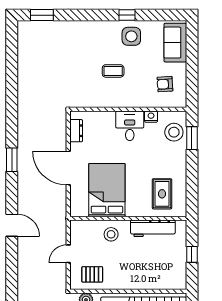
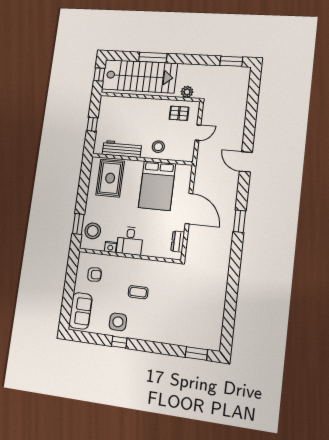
rug: (162, 194) -> (110, 178), width x1.36, depth x1.43

